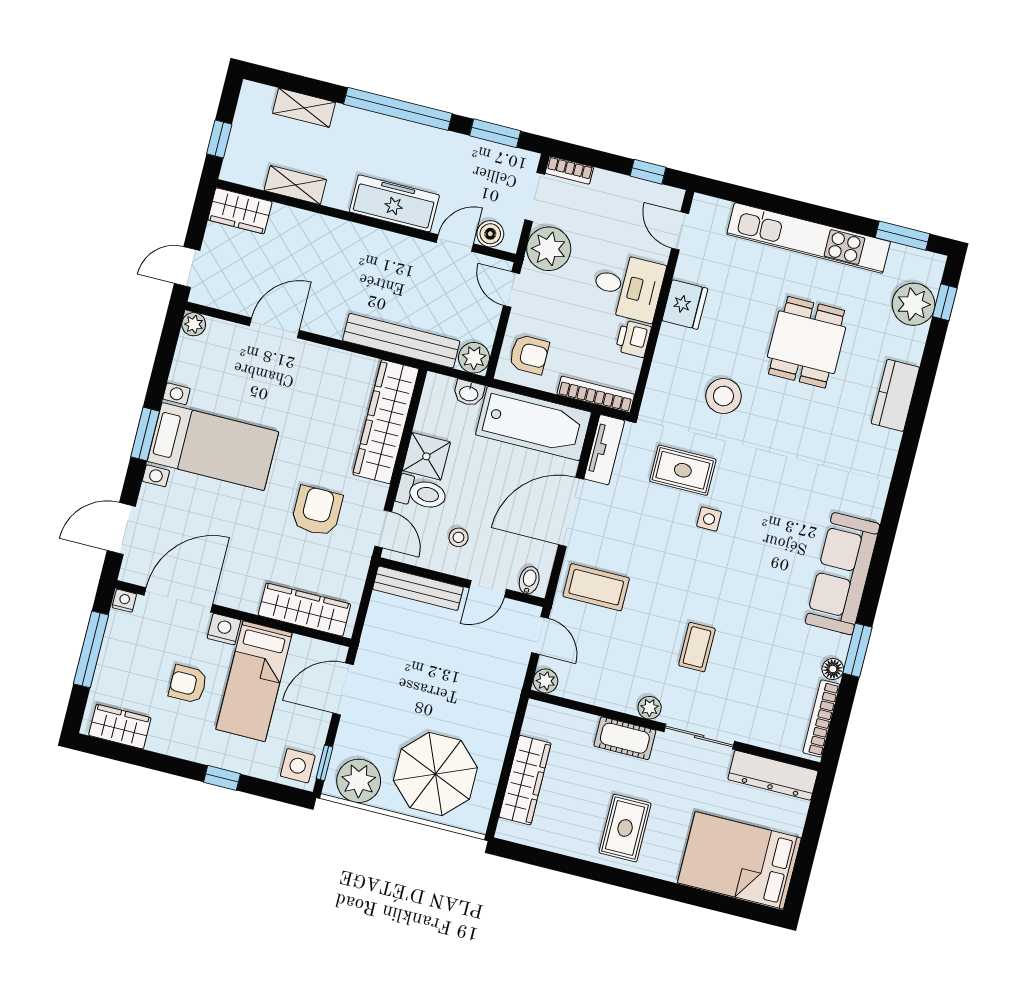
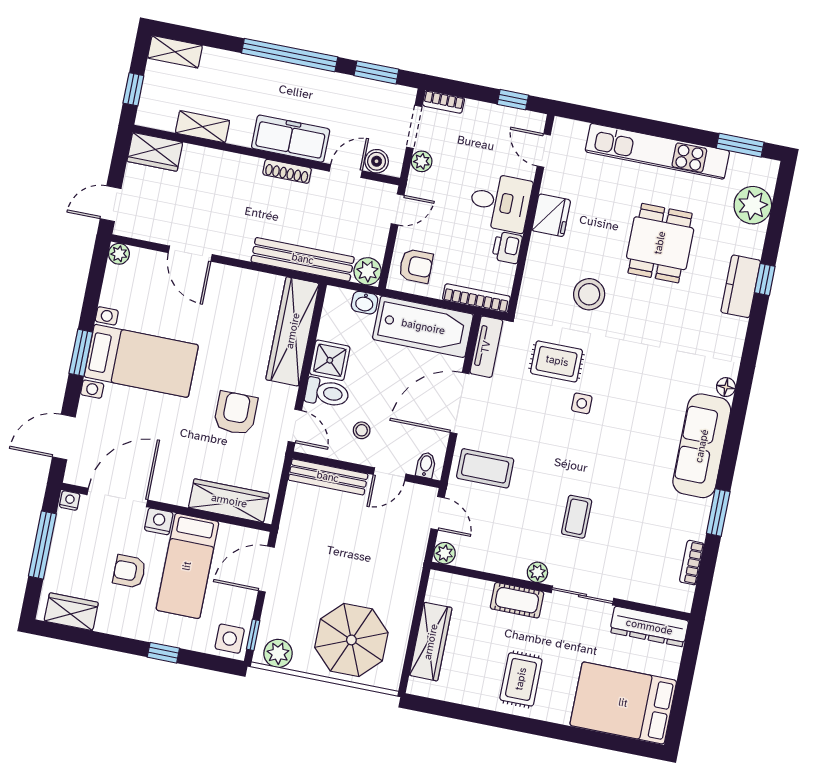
shelving: (304, 108) -> (175, 52), moved
shoe rack: (388, 240) -> (287, 171), added
plant: (549, 249) -> (422, 161), width x0.53, depth x0.53
door: (511, 290) -> (398, 210), swing flipped
window: (945, 302) -> (765, 280), moved
door: (274, 328) -> (190, 254), swing flipped
floor lamp: (833, 669) -> (726, 387), moved
bookcase: (821, 719) -> (692, 563), width x0.64
plant: (359, 781) -> (278, 653), width x0.73, depth x0.73

